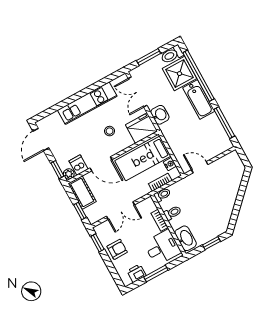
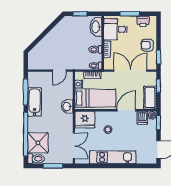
bathtub: (199, 100) -> (35, 102), moved
washbasin: (160, 115) -> (67, 106), moved
door: (101, 164) -> (126, 110), hinge flipped
door: (200, 167) -> (59, 71), hinge flipped
double door: (120, 211) -> (130, 71), width x1.37

